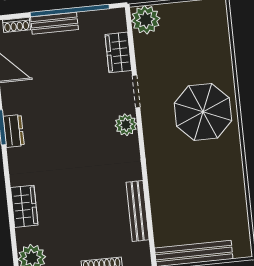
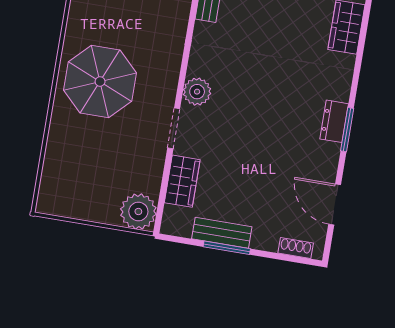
window: (70, 11) -> (227, 248), width x0.47
bench: (54, 23) -> (222, 233), moved

